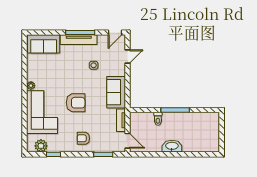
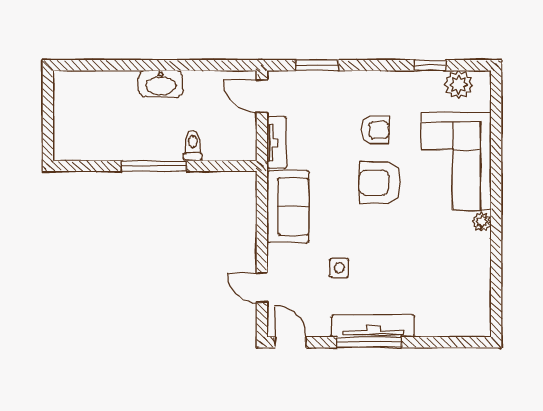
door: (115, 33) -> (290, 342), hinge flipped
sofa: (44, 44) -> (453, 316), removed
door: (127, 57) -> (262, 288), hinge flipped
armchair: (83, 138) -> (375, 130), moved

